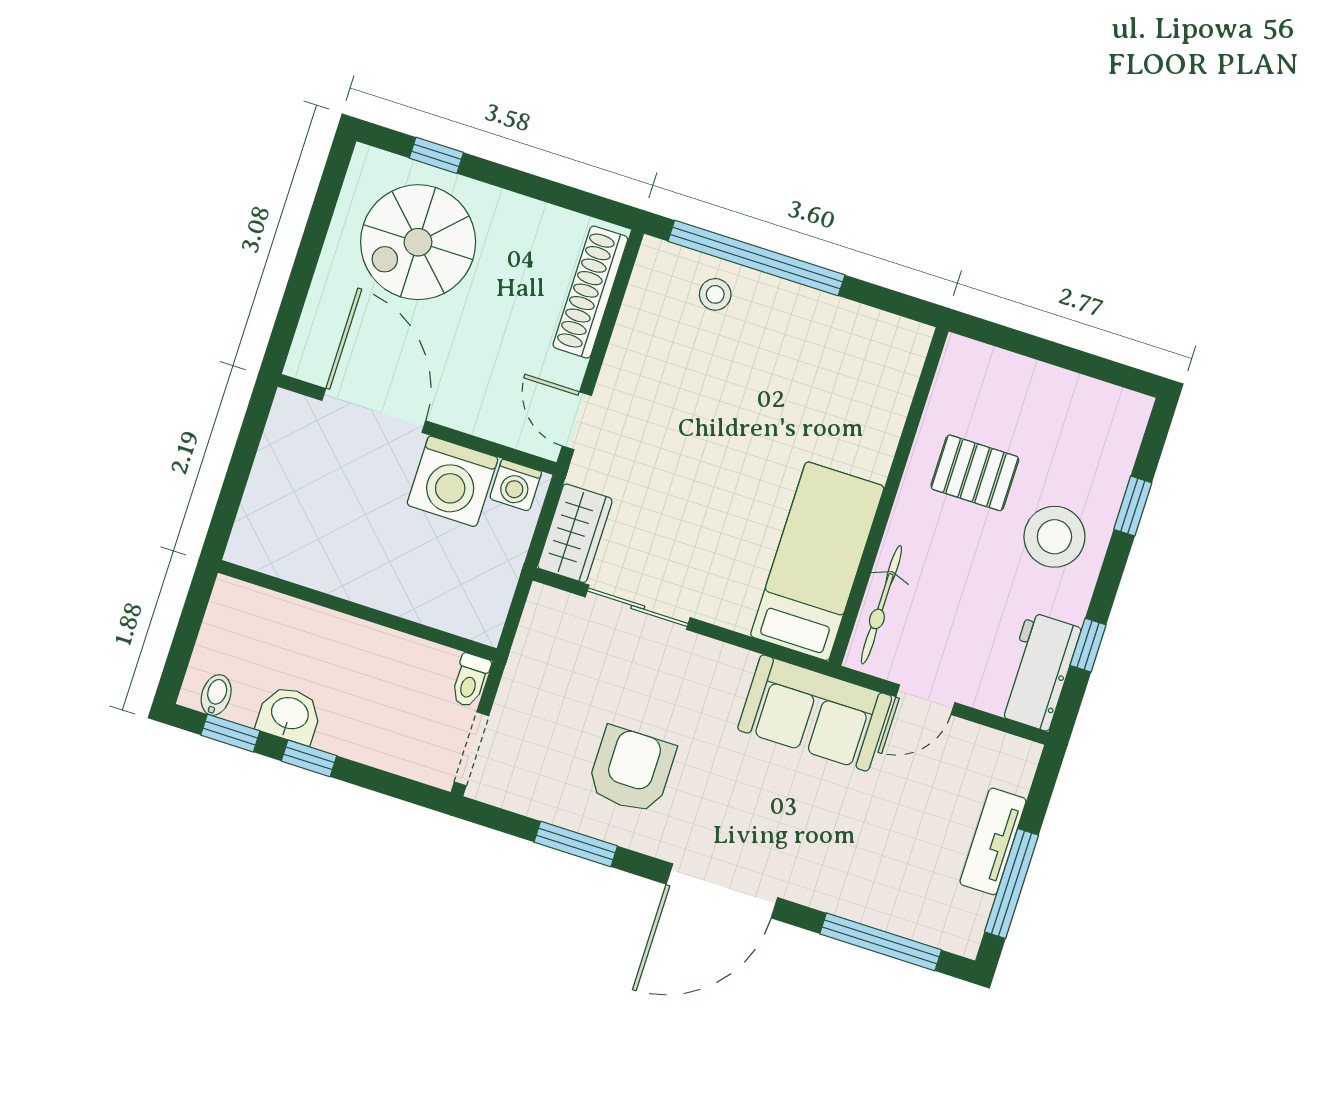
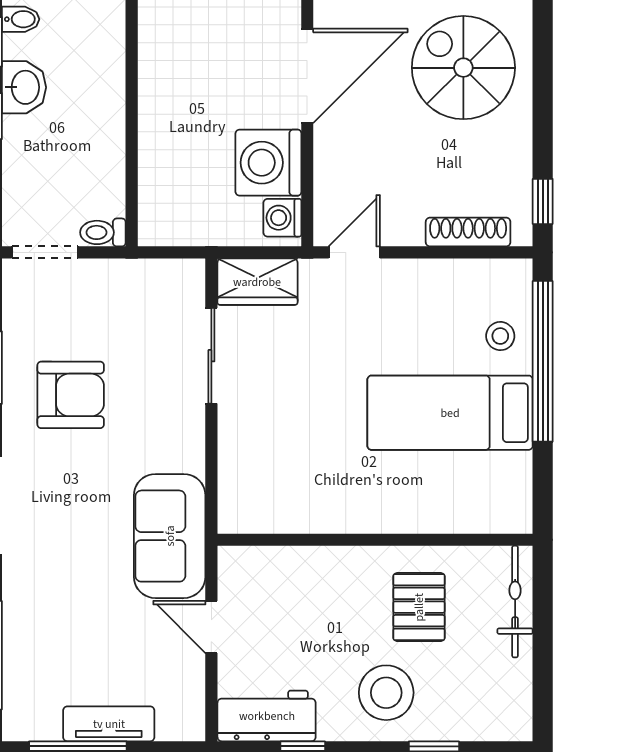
window: (436, 155) -> (543, 201), moved
shoe rack: (590, 292) -> (468, 232), width x0.74, depth x0.81
bed: (817, 561) -> (450, 413), moved, turned 180
bicycle: (881, 605) -> (515, 602), moved, turned 90

